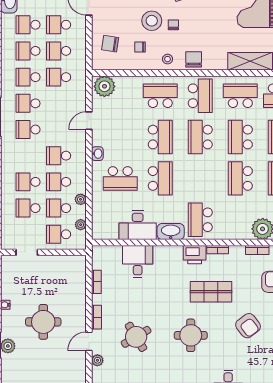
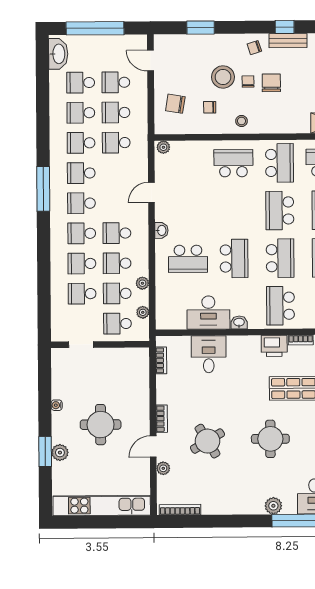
chair: (194, 59) -> (271, 83), moved
plant: (104, 86) -> (163, 147), width x0.53, depth x0.53
school desk: (160, 137) -> (280, 258), moved
school desk: (28, 156) -> (82, 233), added
washbasin: (171, 232) -> (239, 322), width x0.52, depth x0.69
bookcase: (96, 282) -> (161, 360), moved

